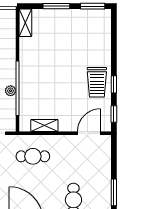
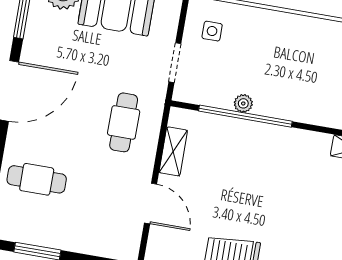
door: (89, 133) -> (151, 204), moved

